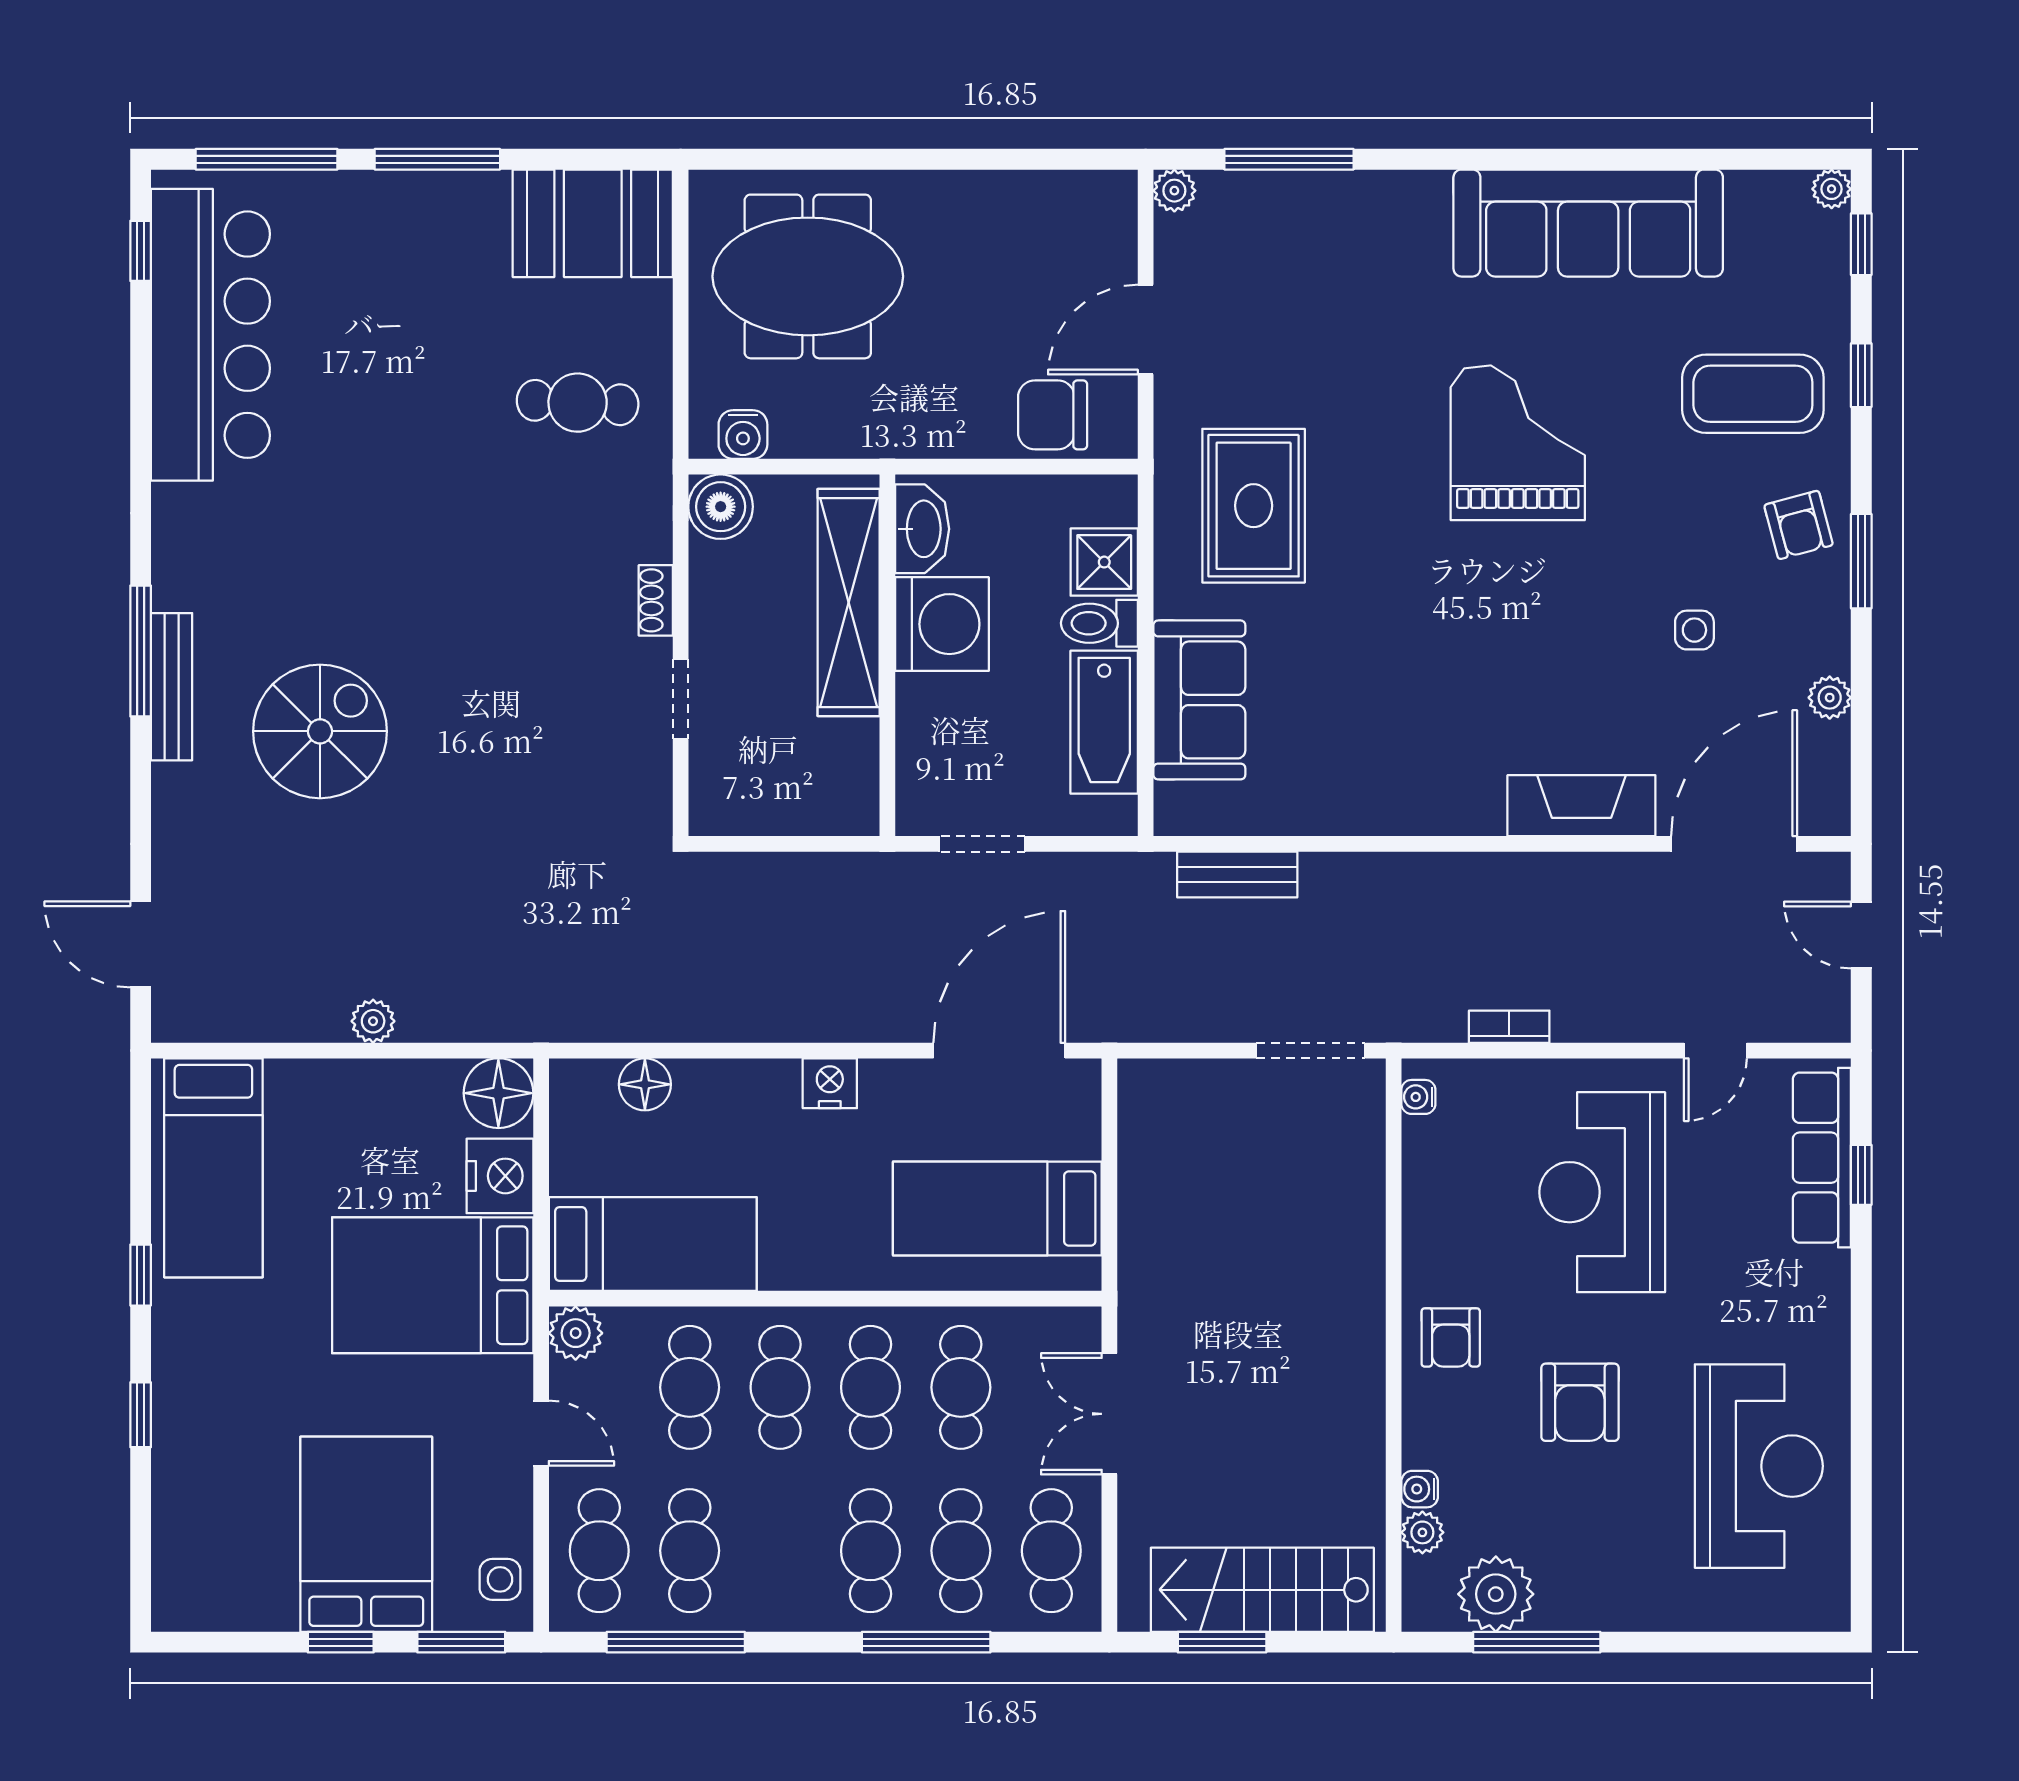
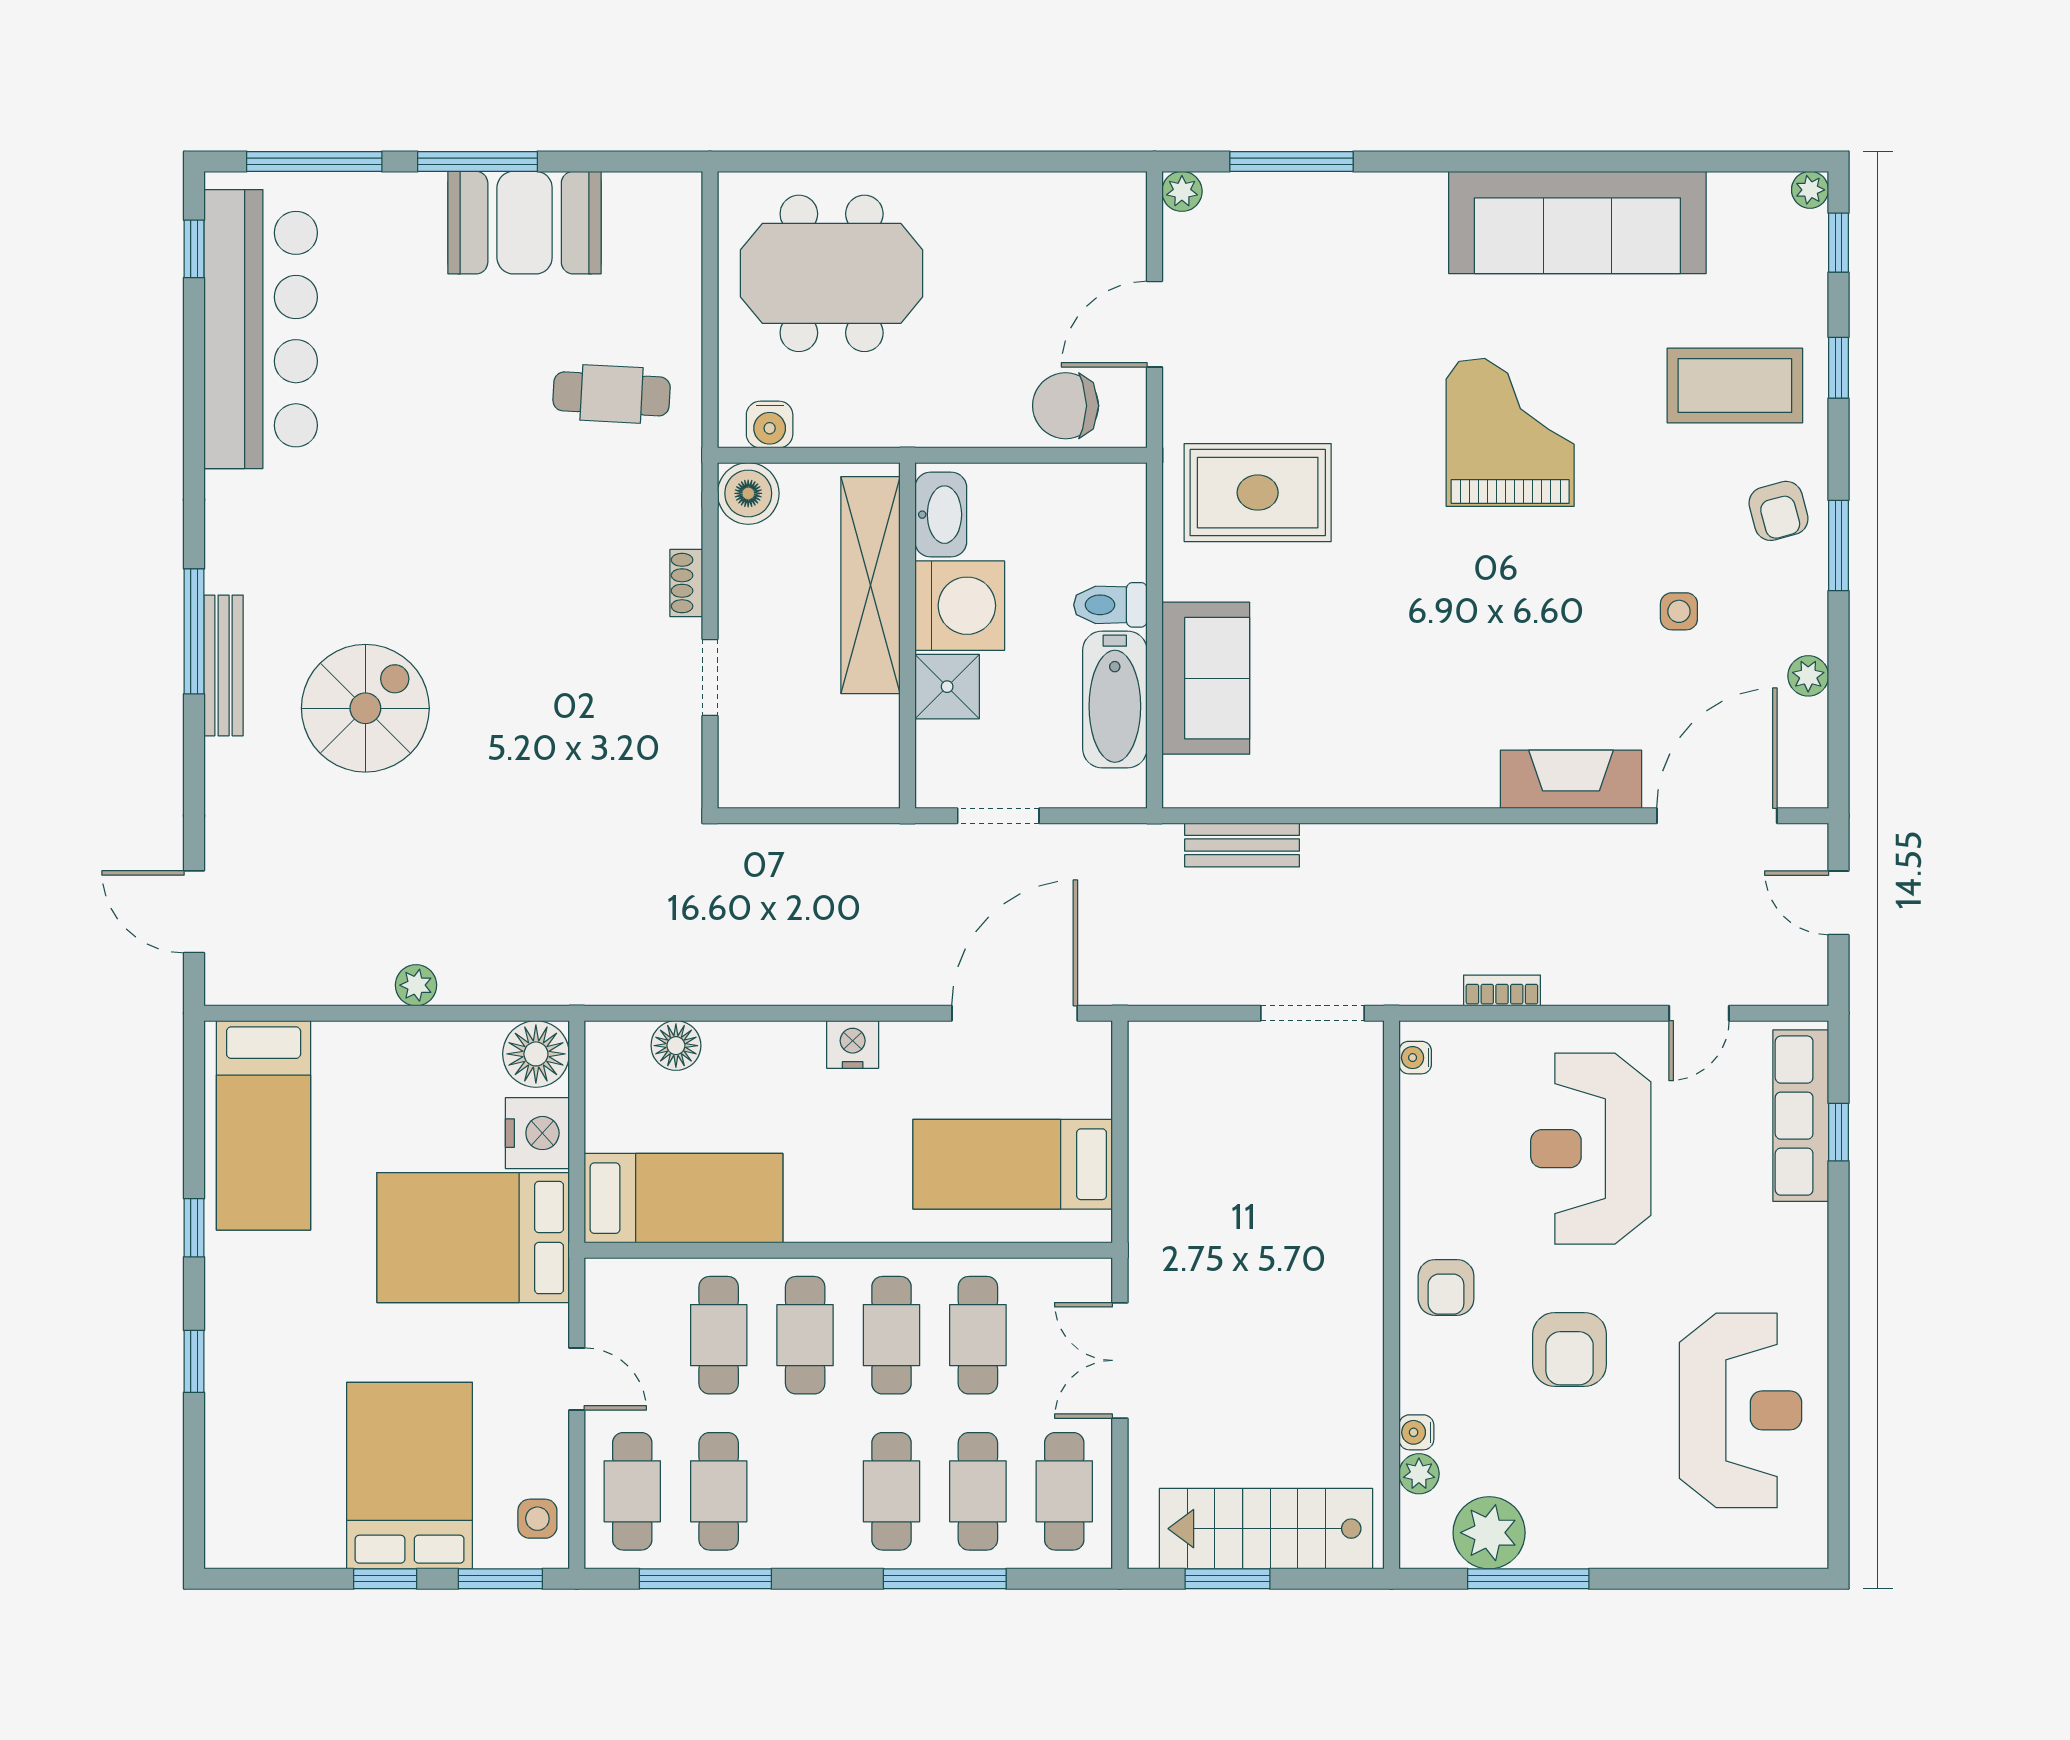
booth: (593, 223) -> (525, 223), moved
rug: (1254, 506) -> (1258, 493), turned 90
shower: (1104, 562) -> (947, 687), moved
plant: (576, 1333) -> (610, 1283), removed

